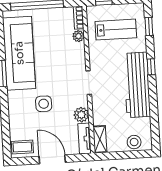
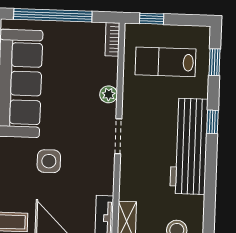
lab bench: (116, 30) -> (165, 62), turned 180
plant: (78, 36) -> (109, 94), moved
plant: (81, 115) -> (103, 183), removed

